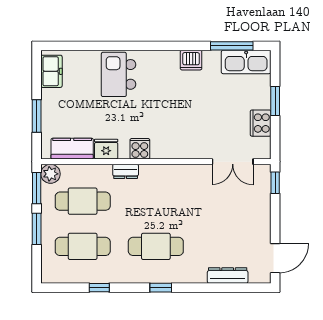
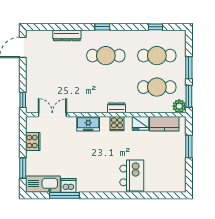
window: (232, 46) -> (64, 195), moved
dishwasher: (191, 60) -> (68, 185), moved
freezer: (51, 71) -> (88, 124), moved, turned -90
window: (275, 101) -> (23, 168), moved
dresser: (126, 171) -> (116, 108), moved
dresser: (228, 276) -> (67, 35), moved
window: (99, 288) -> (156, 27), moved

